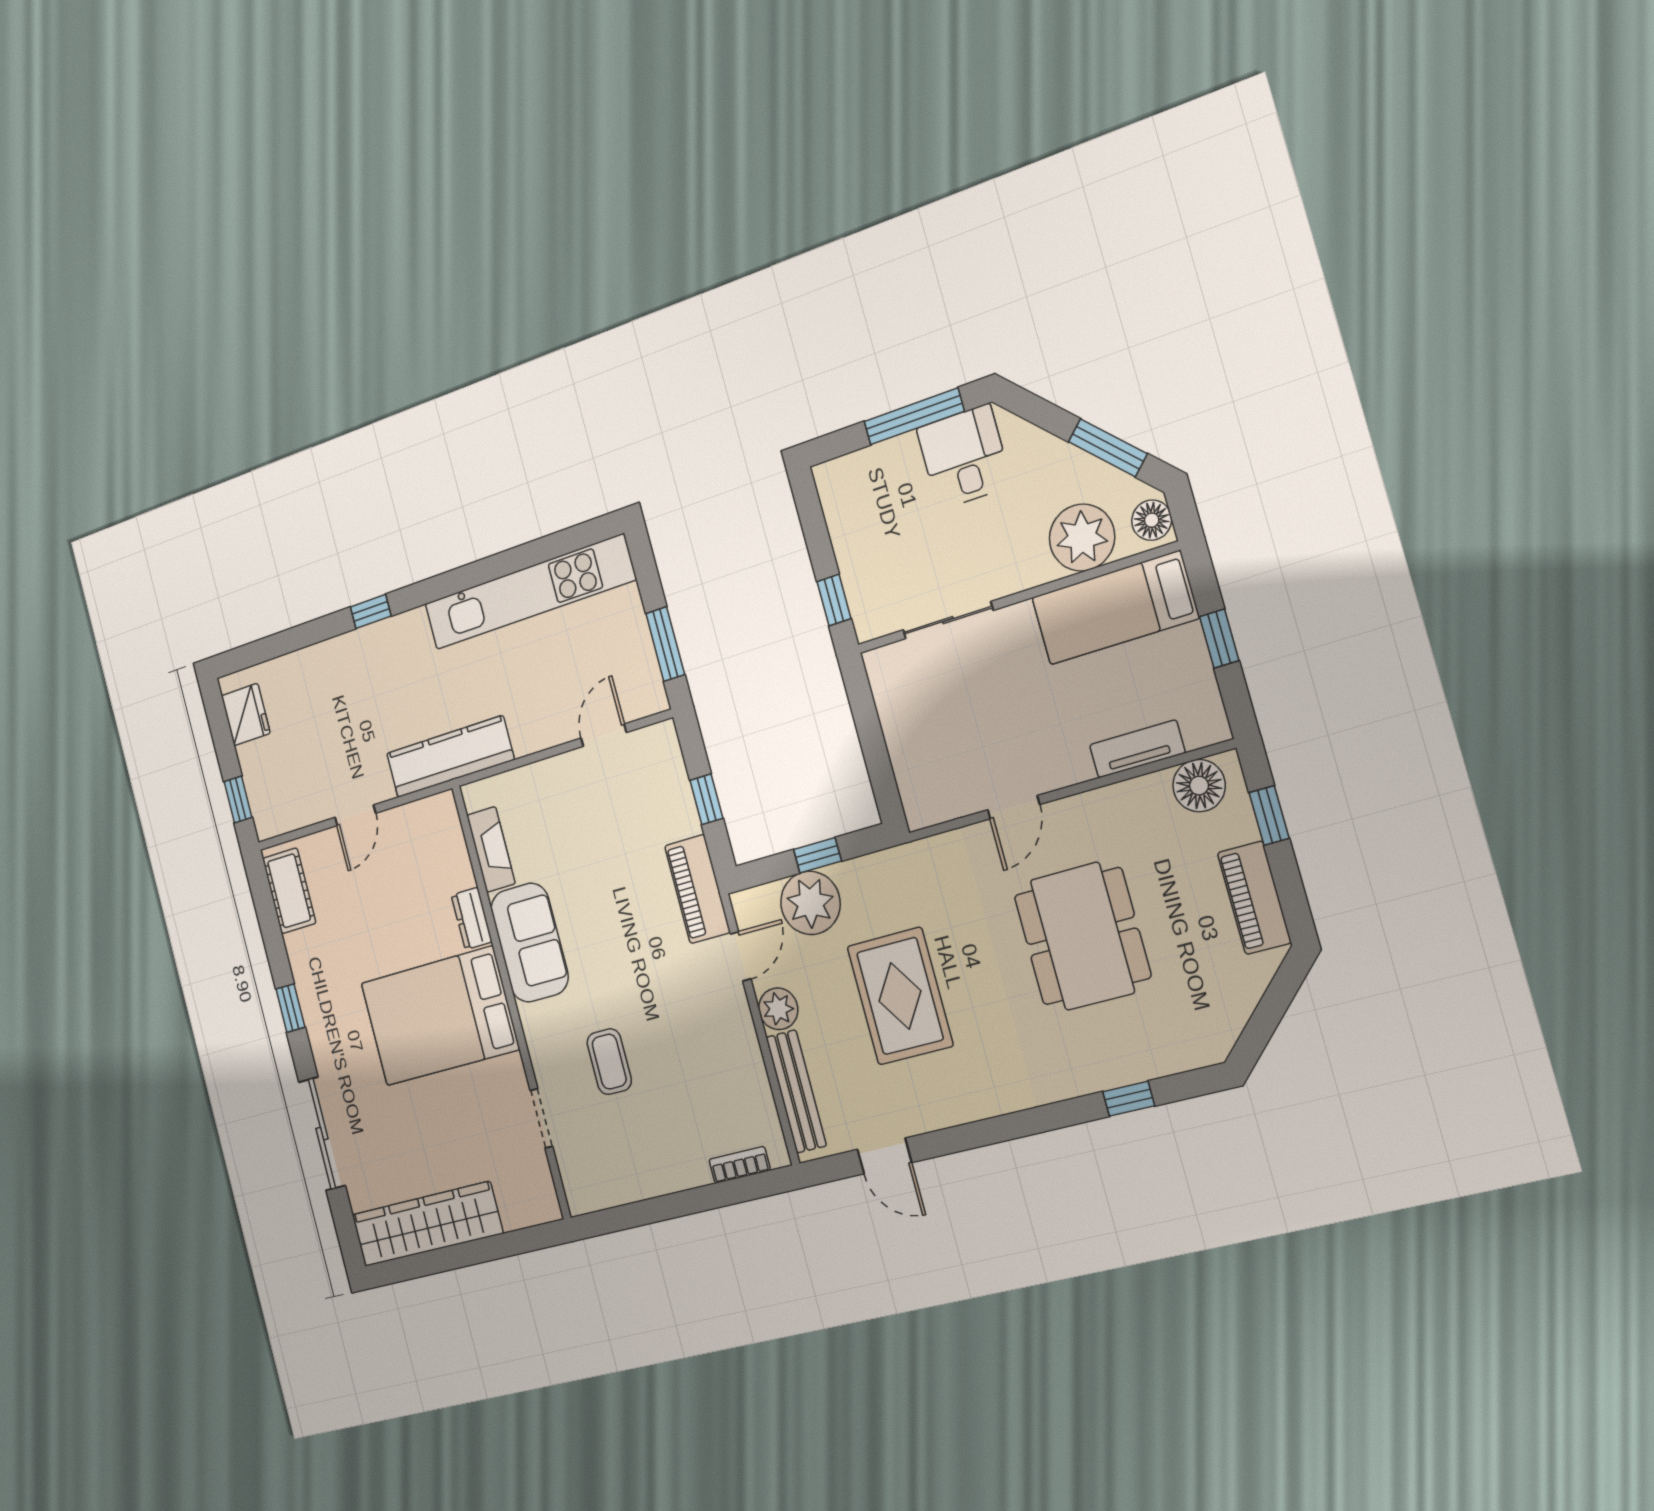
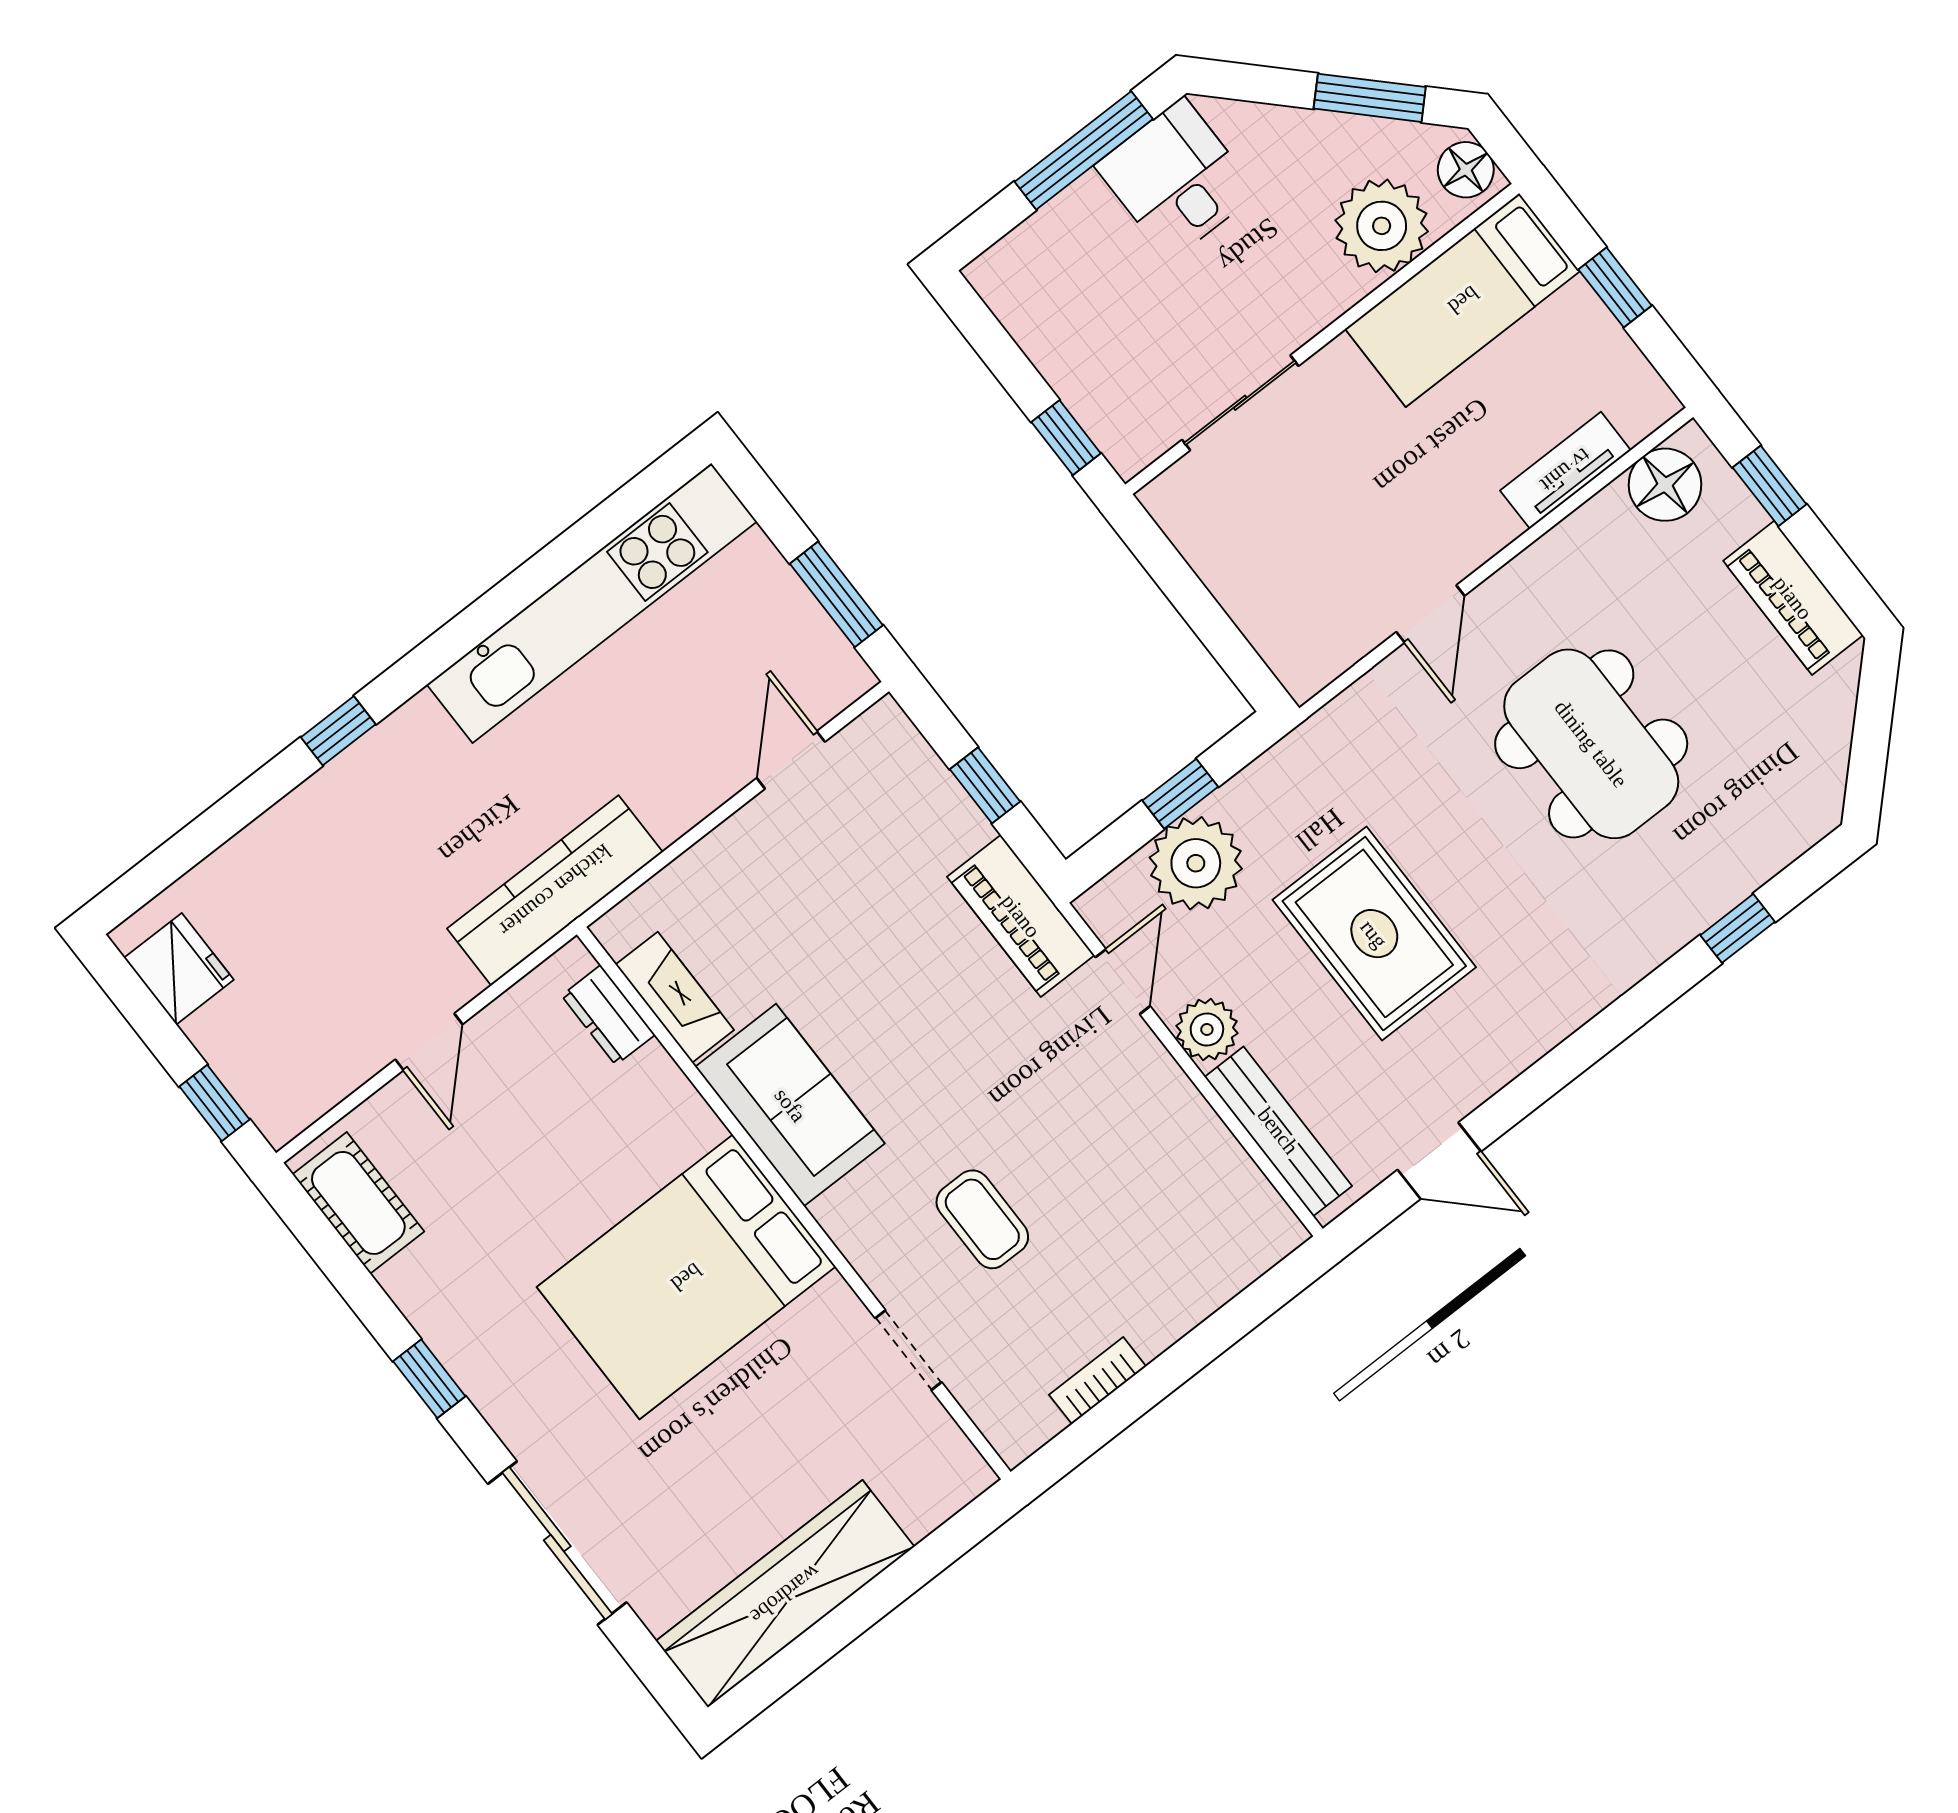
dresser: (472, 918) -> (608, 1015), moved
bookcase: (740, 1165) -> (1098, 1381), moved

